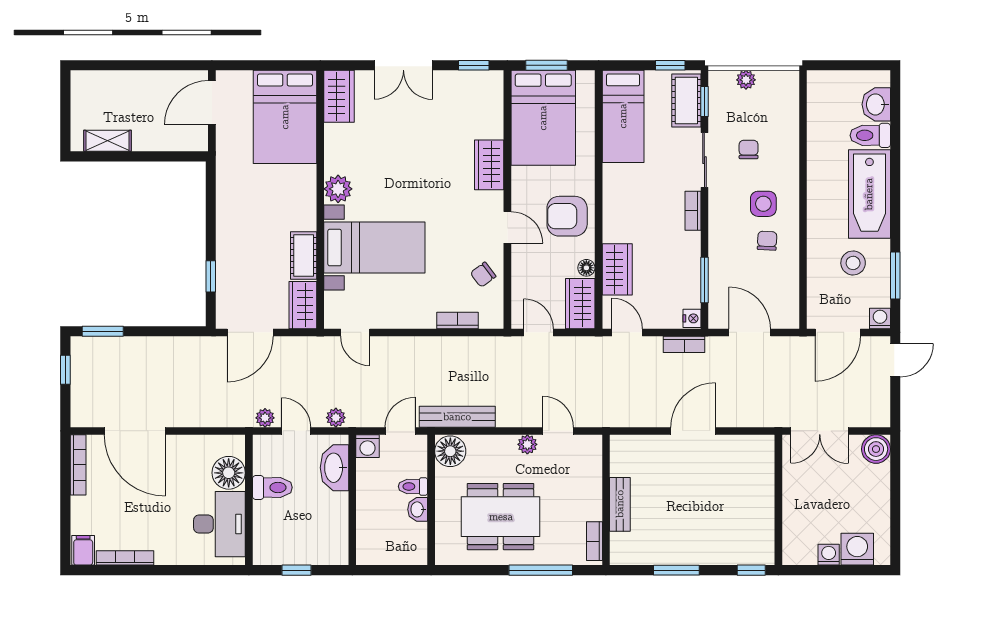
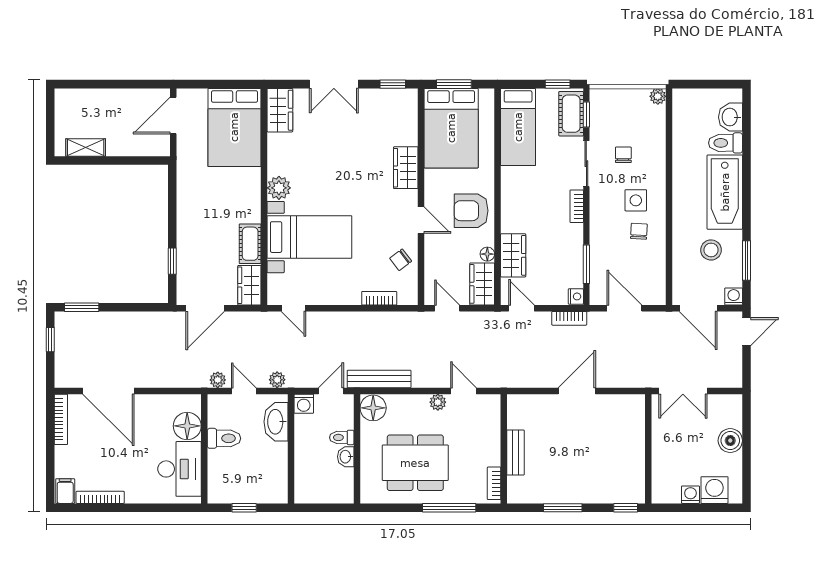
plant: (746, 80) -> (658, 96), moved
door: (838, 332) -> (698, 308), hinge flipped
boiler: (876, 449) -> (730, 441), moved

